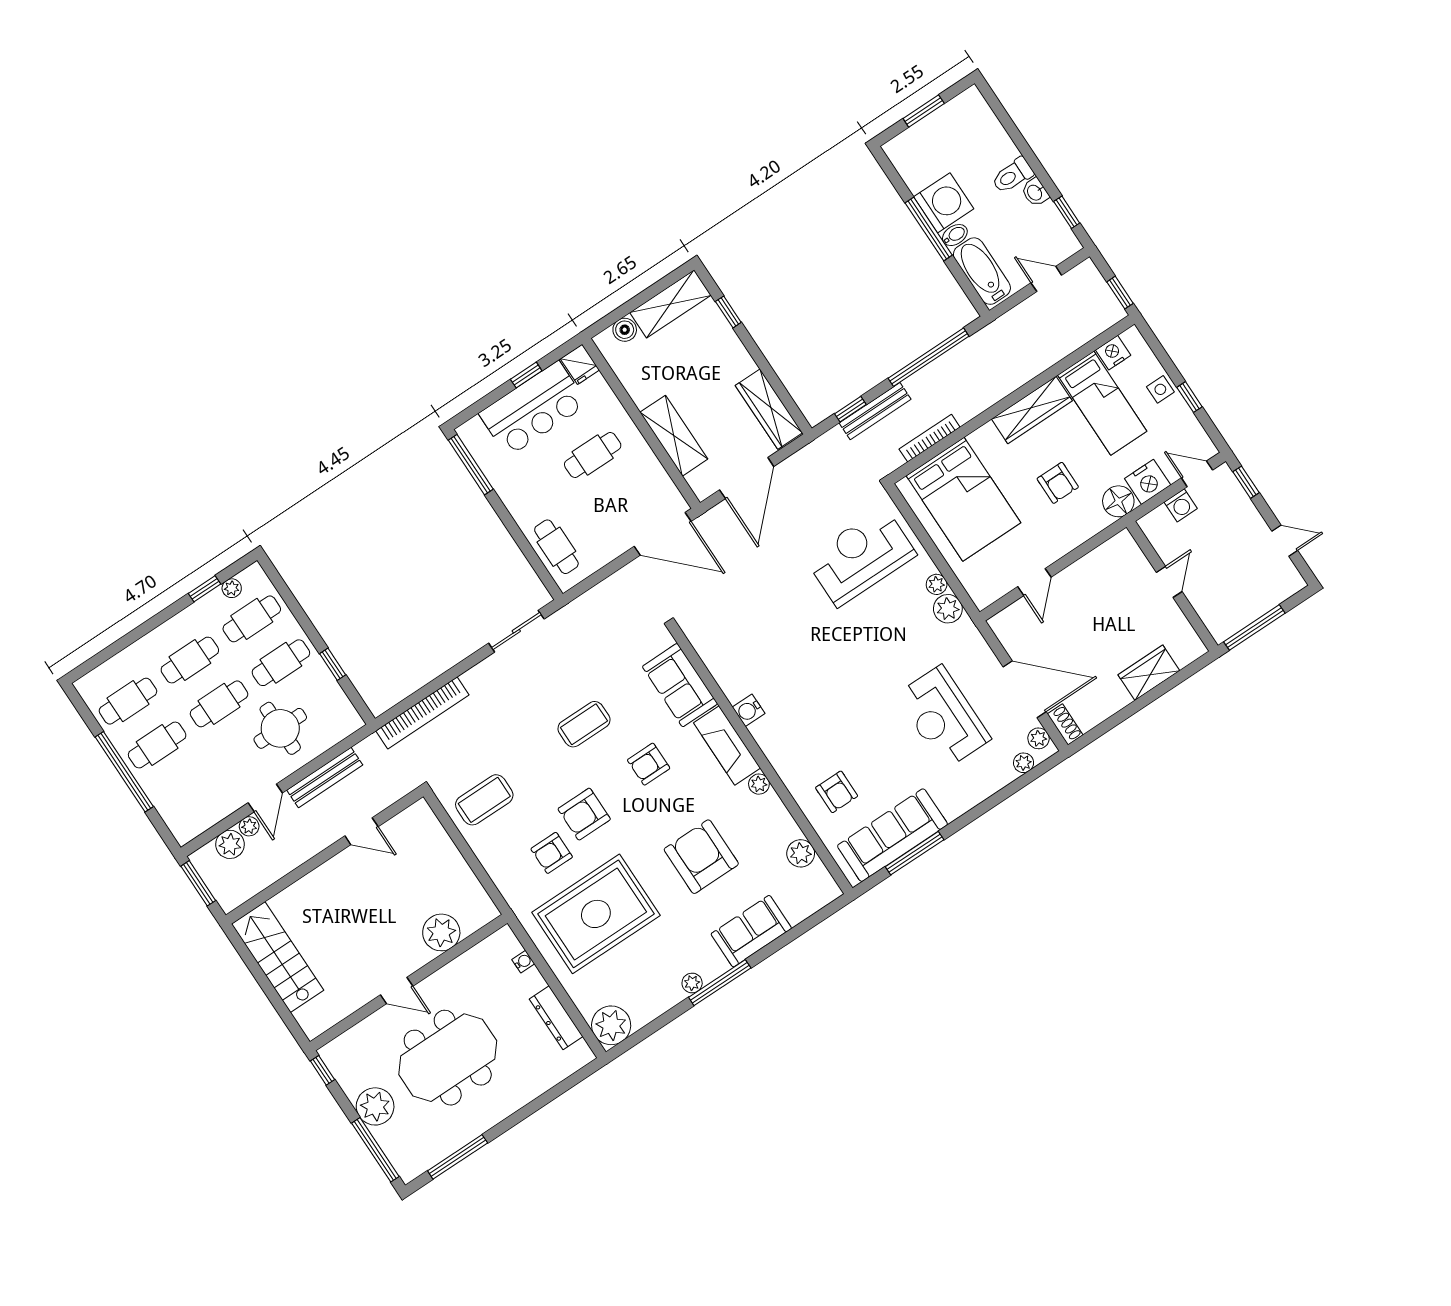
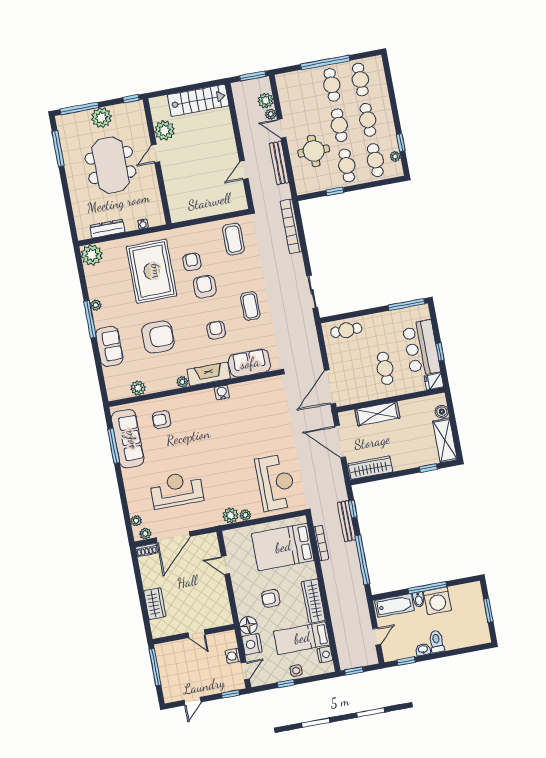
plant: (441, 932) -> (164, 130), moved

